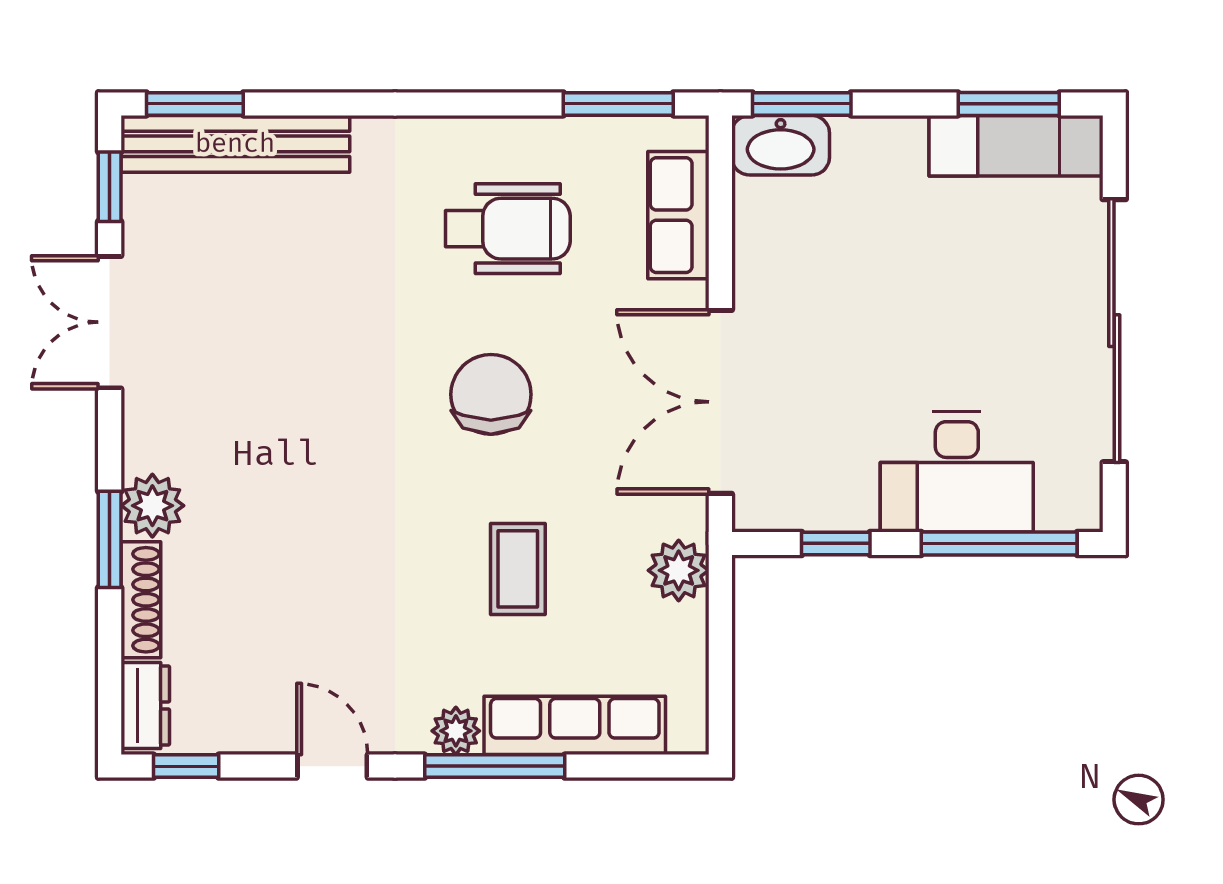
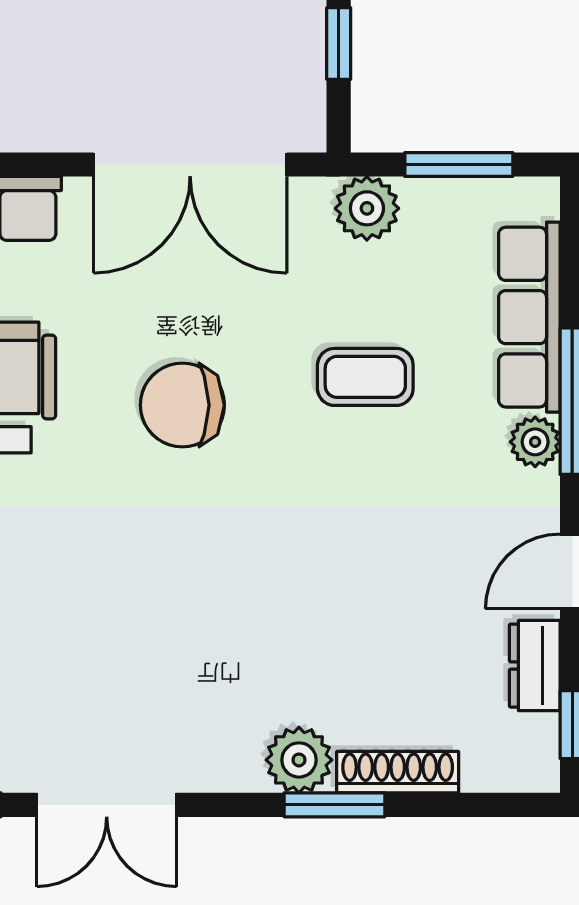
window: (720, 658) -> (459, 165), added
dresser: (145, 705) -> (535, 666), moved, turned -90

